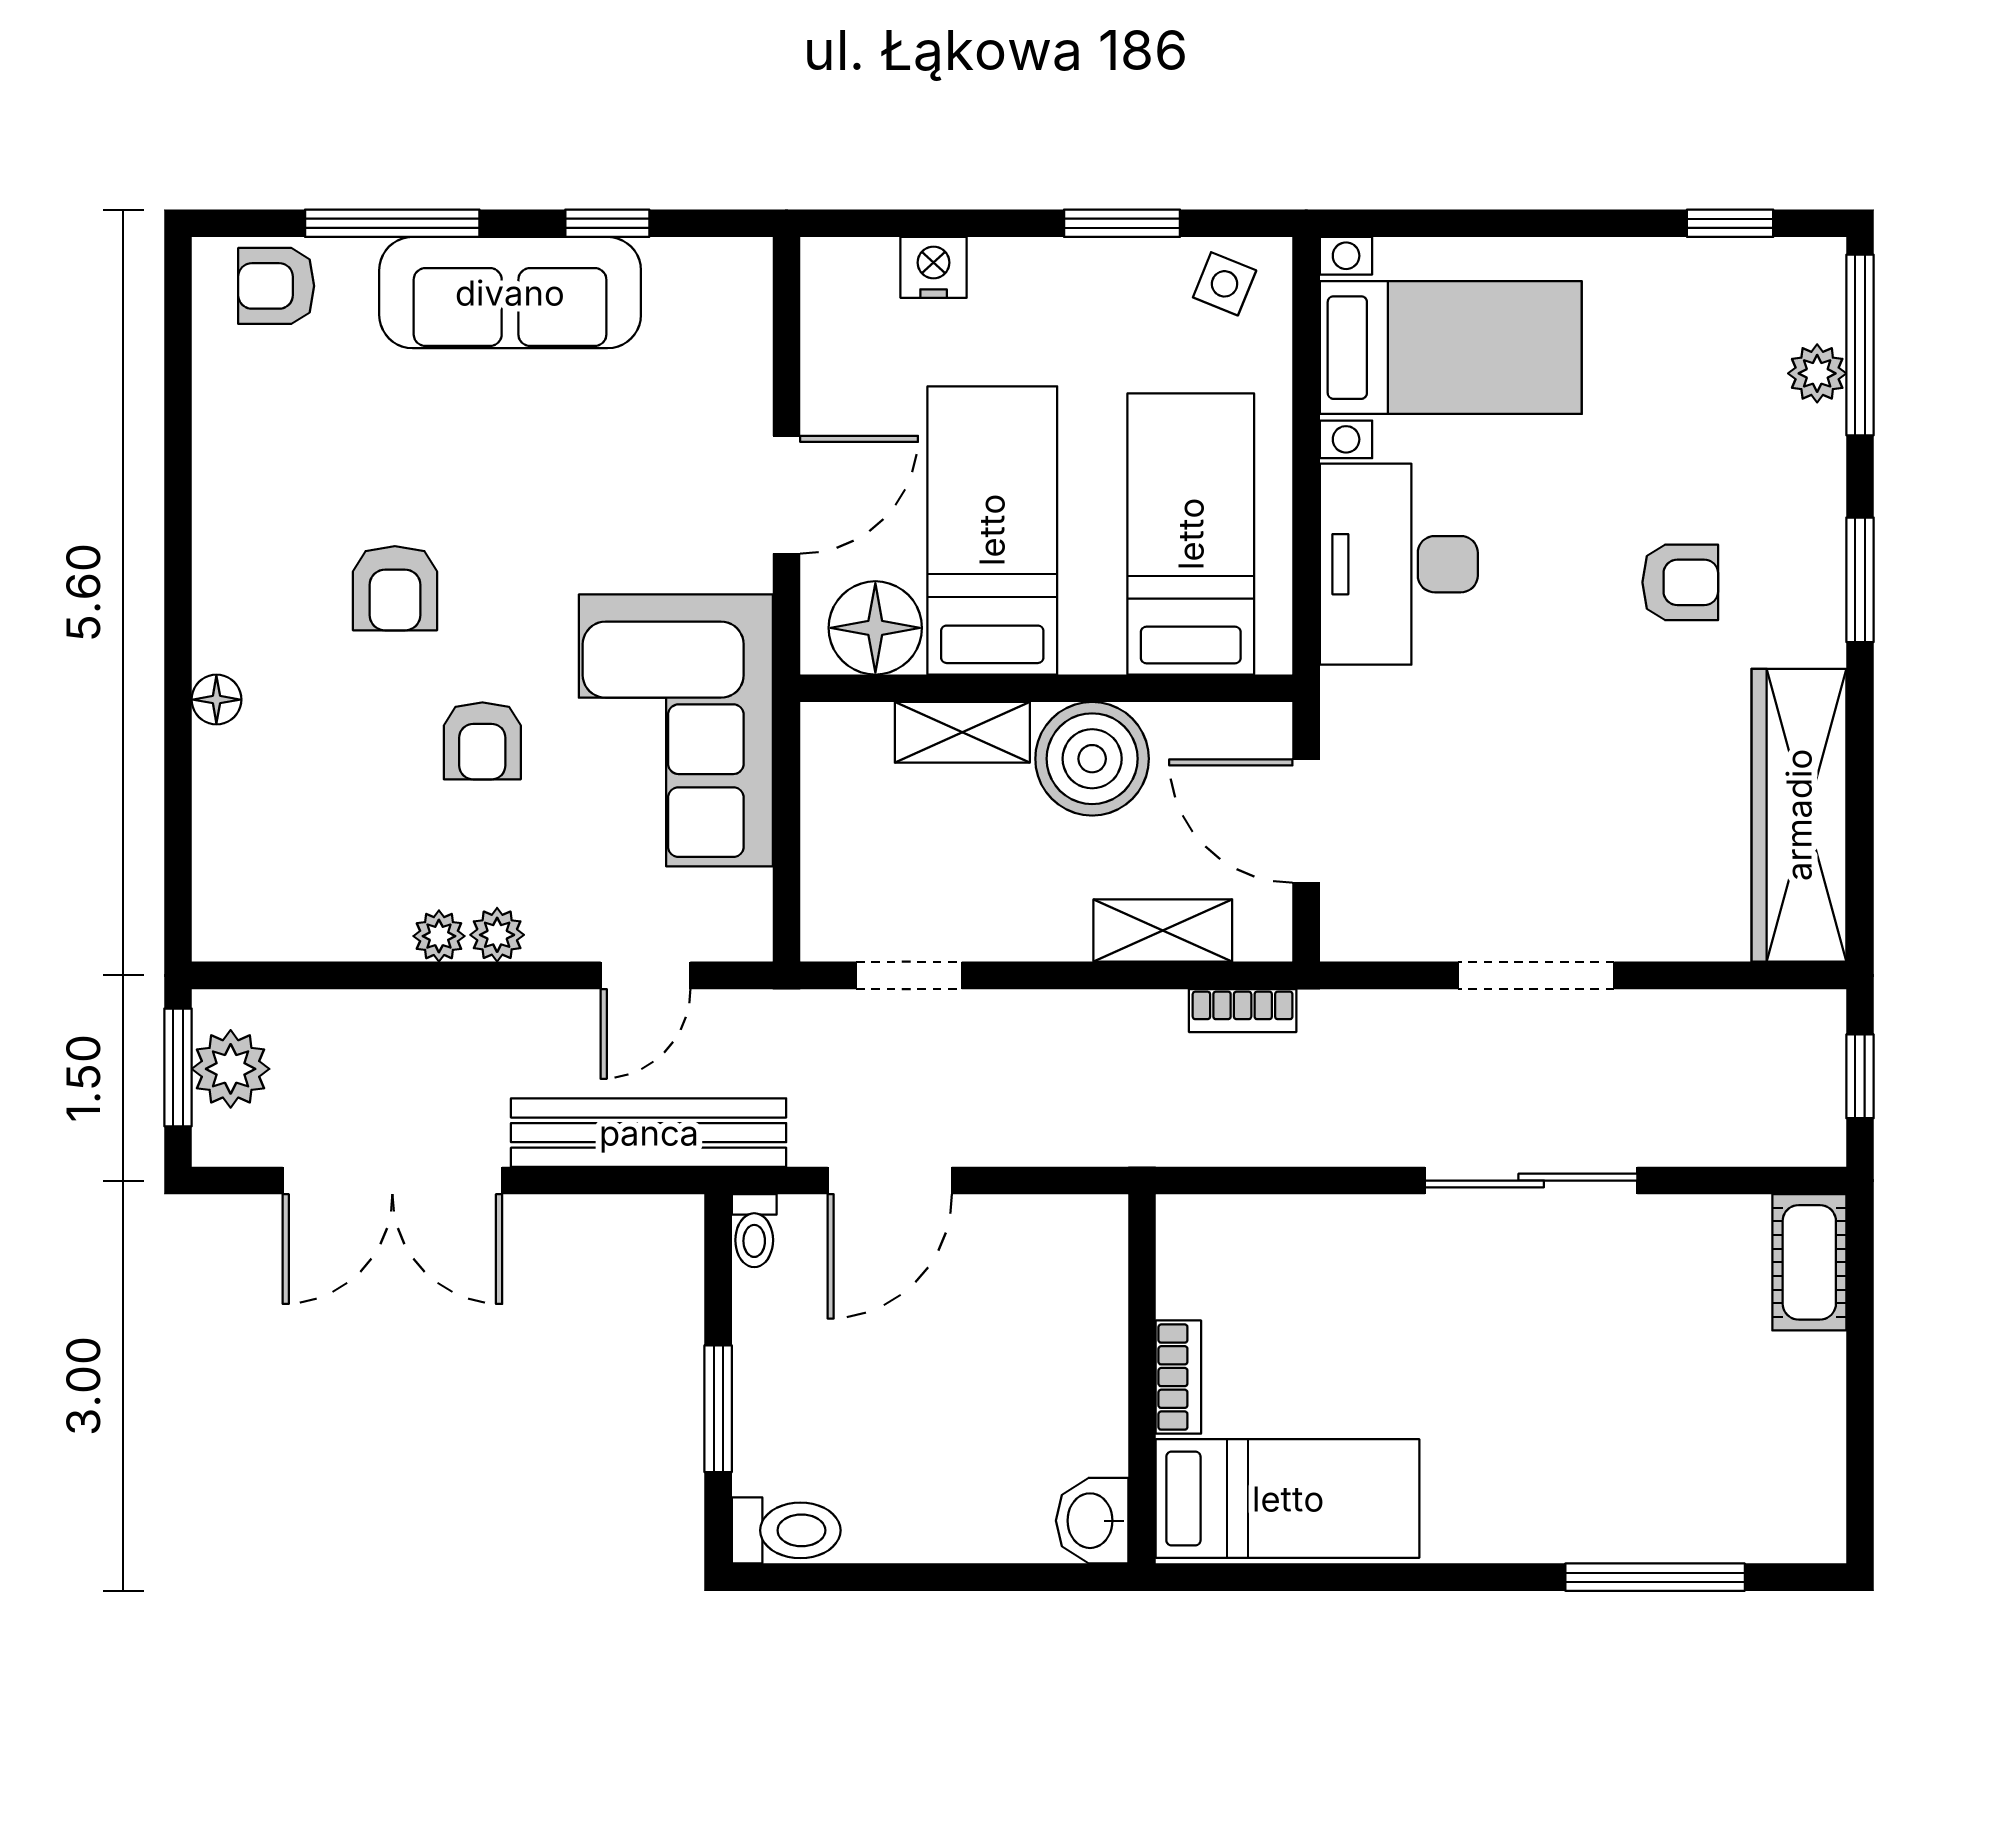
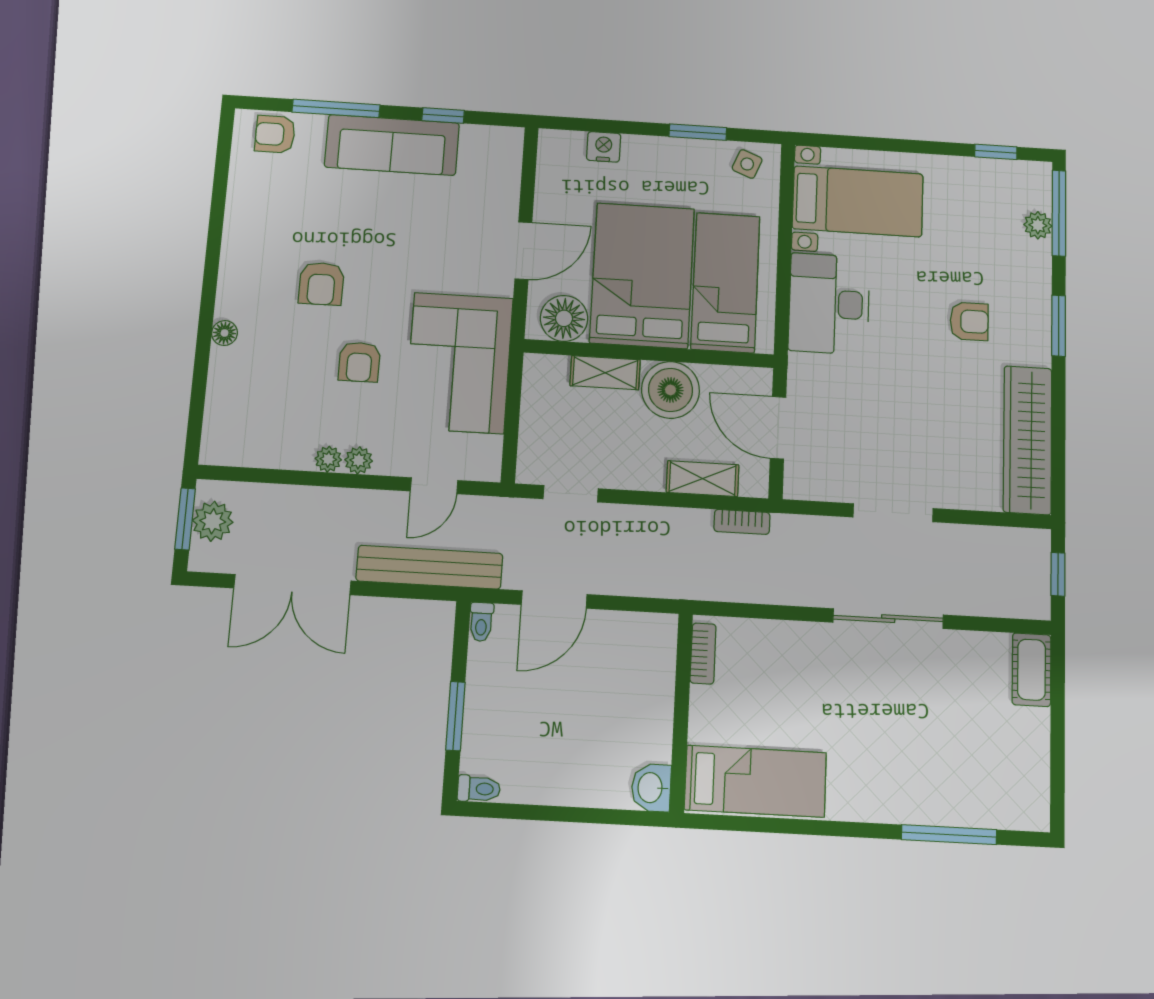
bed: (992, 530) -> (642, 276), width x1.50
bookcase: (1178, 1377) -> (703, 654), moved
toilet: (786, 1530) -> (479, 789), width x0.73, depth x0.72

